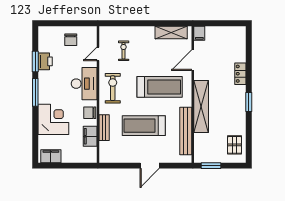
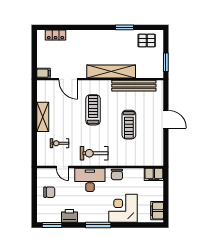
shelving: (171, 33) -> (43, 117), moved
window: (35, 62) -> (52, 225), moved
locker: (240, 74) -> (56, 35), moved
treadmill: (160, 87) -> (93, 110), width x0.73, depth x0.73
window: (249, 102) -> (124, 27), moved
treadmill: (144, 126) -> (129, 125), width x0.73, depth x0.73
bench: (104, 128) -> (131, 161), removed
filing cabinet: (90, 136) -> (154, 174), moved

